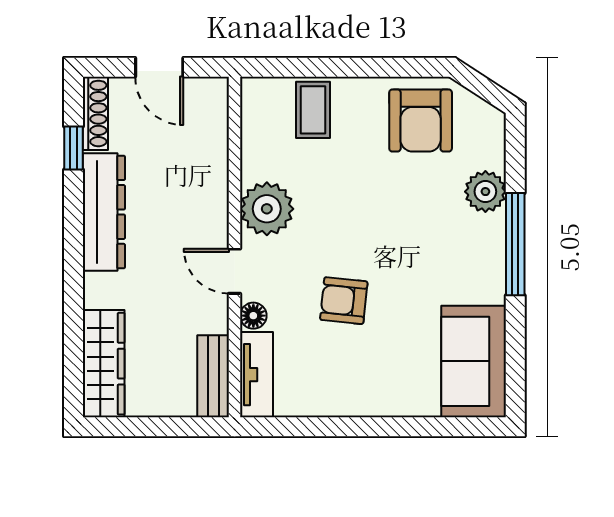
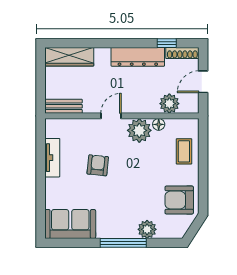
coffee table: (313, 110) -> (184, 151), turned 90
plant: (207, 142) -> (169, 104), added
floor lamp: (253, 316) -> (159, 124), moved
tv unit: (256, 375) -> (52, 158), moved, turned -90

